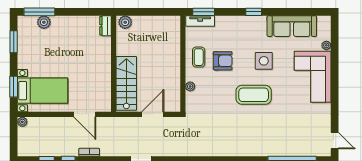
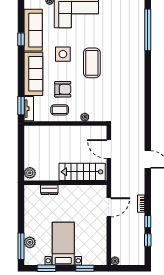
window: (254, 12) -> (21, 39), moved
dresser: (105, 26) -> (49, 190), moved
sofa: (241, 26) -> (33, 74), added
armchair: (223, 61) -> (63, 89), turned 90
bed with nightstands: (43, 91) -> (63, 244), moved

